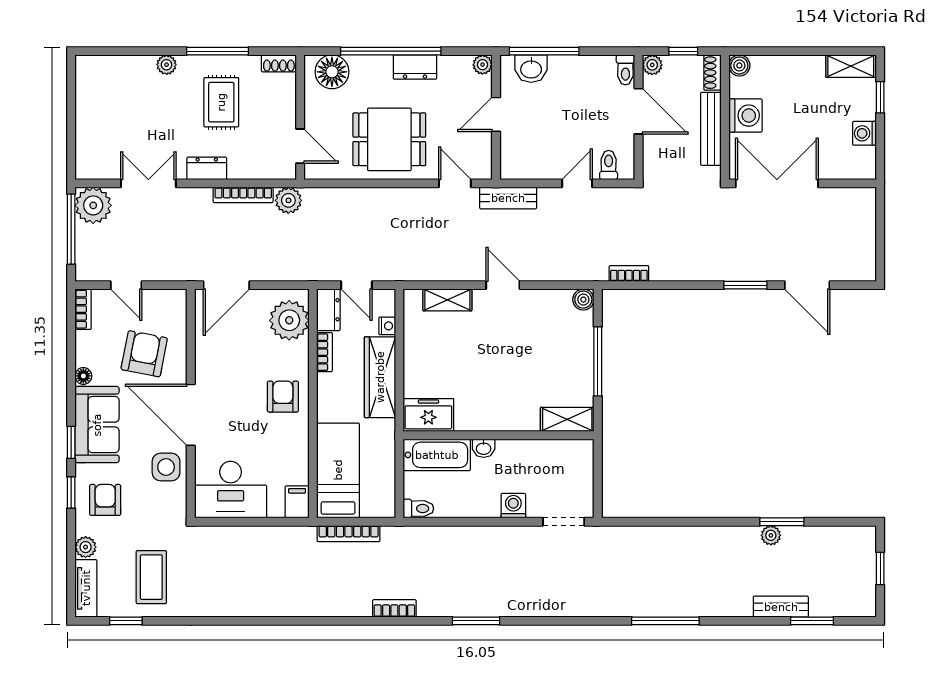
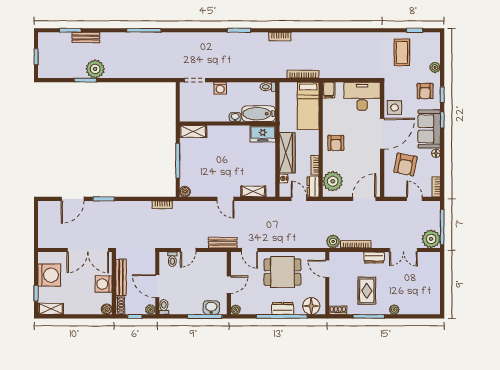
dresser: (415, 67) -> (283, 308), moved
washing machine: (864, 133) -> (49, 275), width x1.89, depth x1.89
door: (807, 285) -> (73, 199), swing flipped
door: (191, 415) -> (382, 134), hinge flipped
plant: (771, 535) -> (95, 69), width x1.88, depth x1.88
tv unit: (86, 588) -> (435, 47), removed

